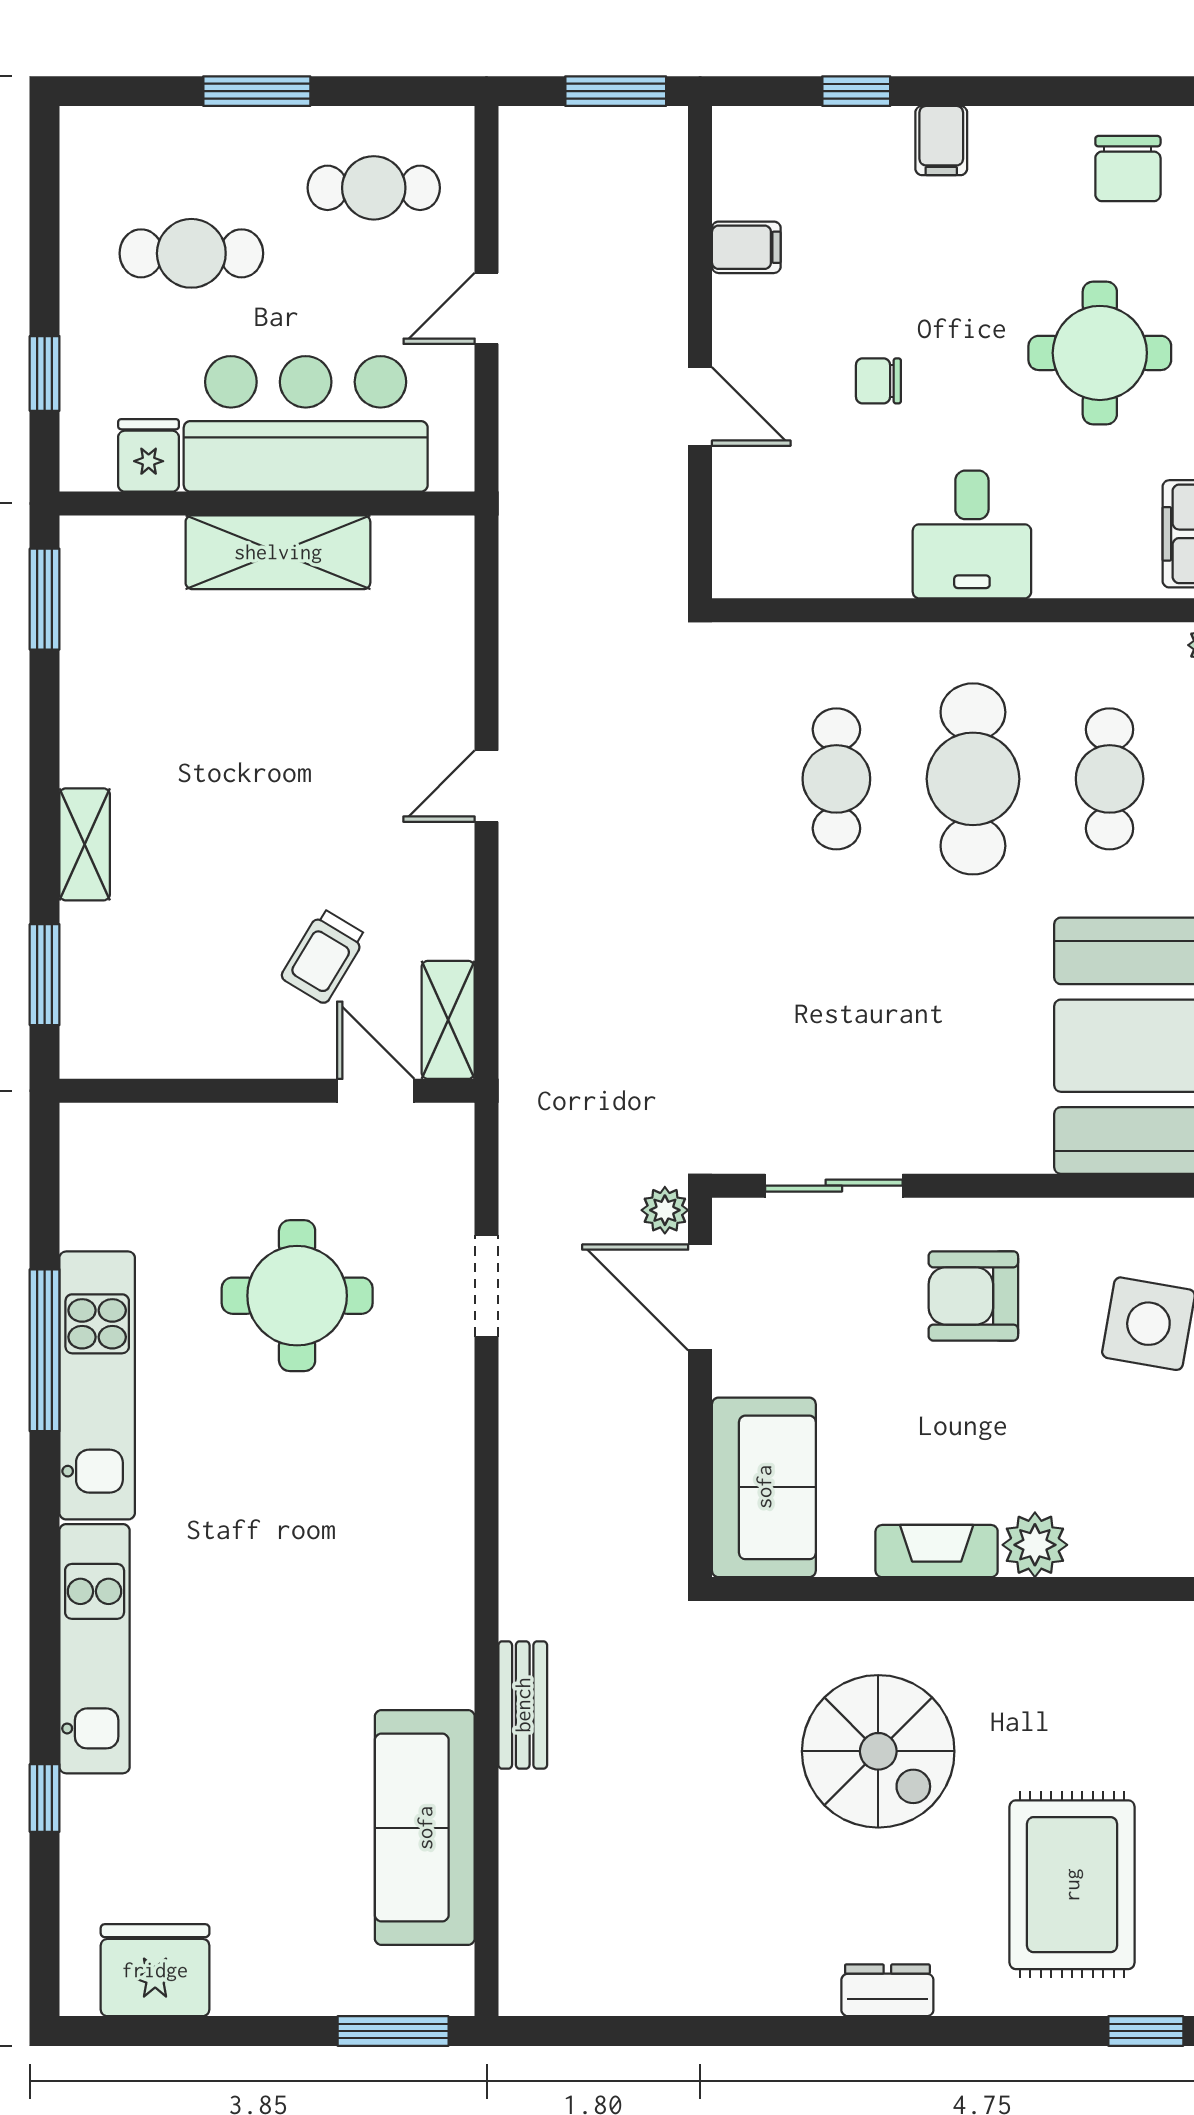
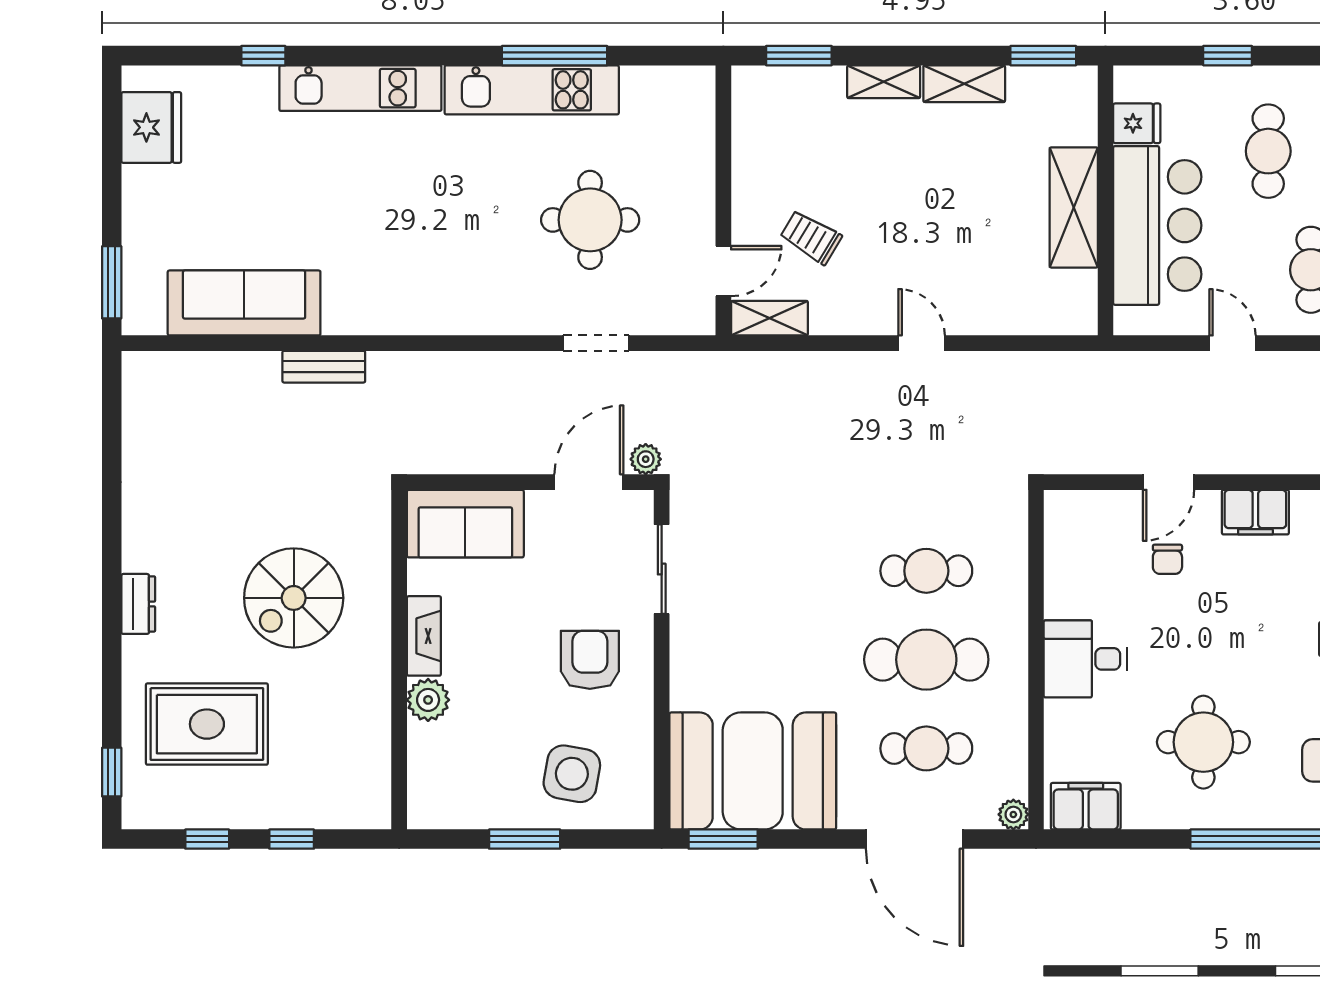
filing cabinet: (746, 247) -> (1255, 512), width x2.00
window: (45, 373) -> (1228, 56), moved
chair: (878, 381) -> (1167, 559), moved, turned 180
shelving: (88, 721) -> (964, 84), added

